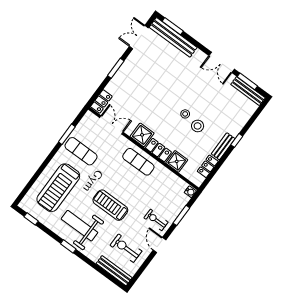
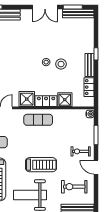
treadmill: (110, 205) -> (41, 165), turned 180

